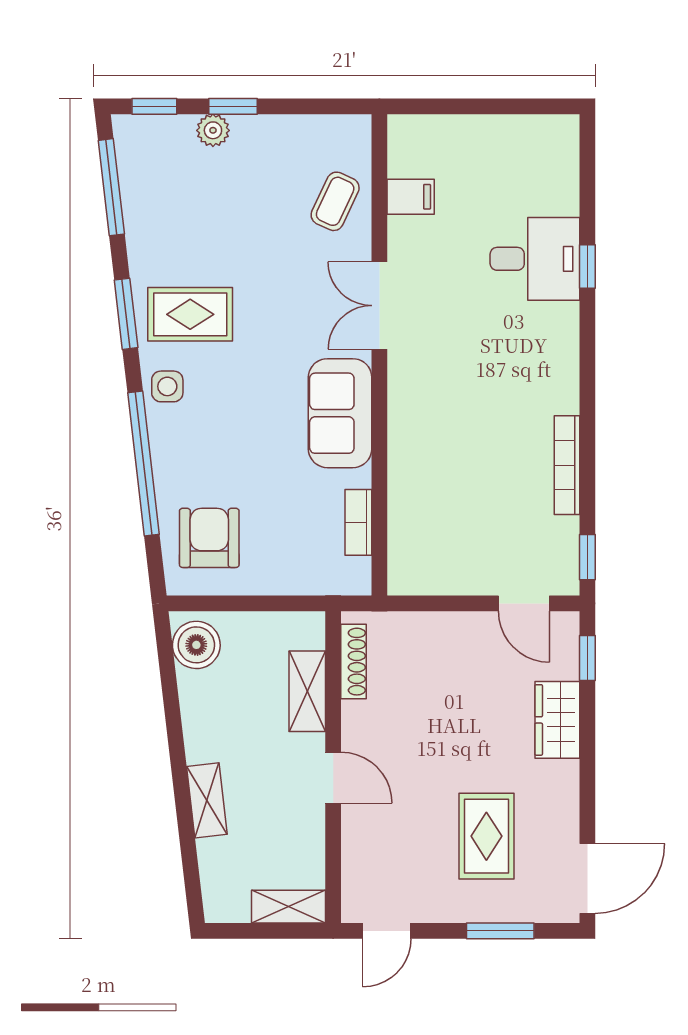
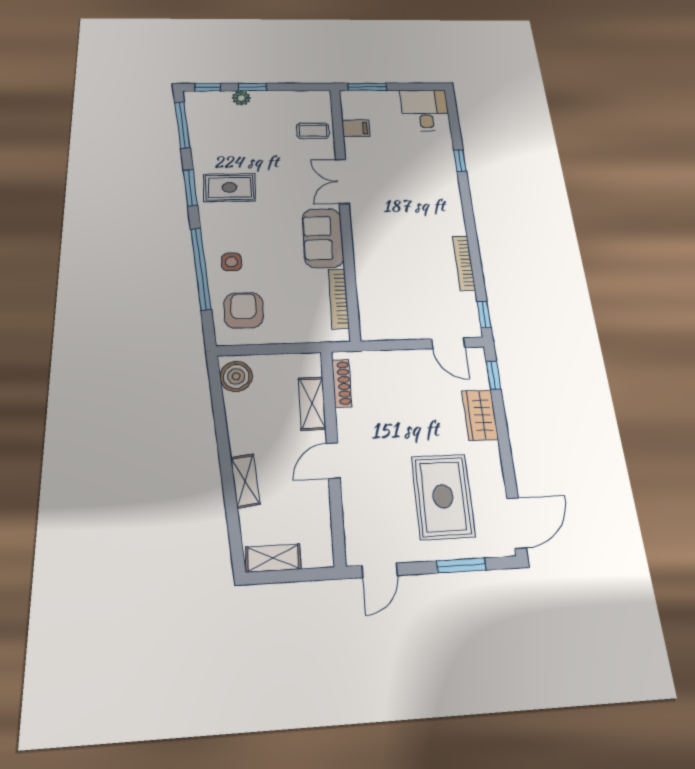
window: (439, 106) -> (367, 87), added
coffee table: (335, 201) -> (313, 131), turned 65
desk: (535, 259) -> (425, 110), moved, turned -90
side table: (167, 386) -> (231, 262), moved
bookcase: (358, 522) -> (339, 299), width x1.56
door: (333, 778) -> (333, 461), swing flipped
rug: (486, 836) -> (443, 496), width x1.36, depth x1.43
shelving: (289, 907) -> (273, 558), moved

